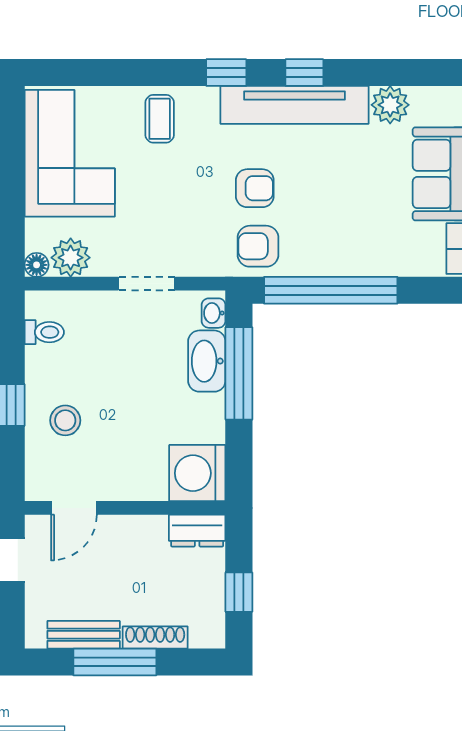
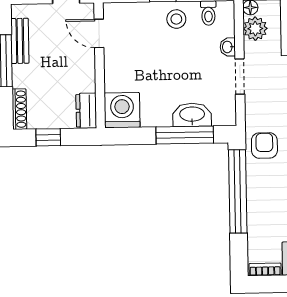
washbasin: (214, 313) -> (228, 47), moved, turned -90
stool: (65, 420) -> (176, 19), moved
shoe rack: (155, 638) -> (19, 109), moved

